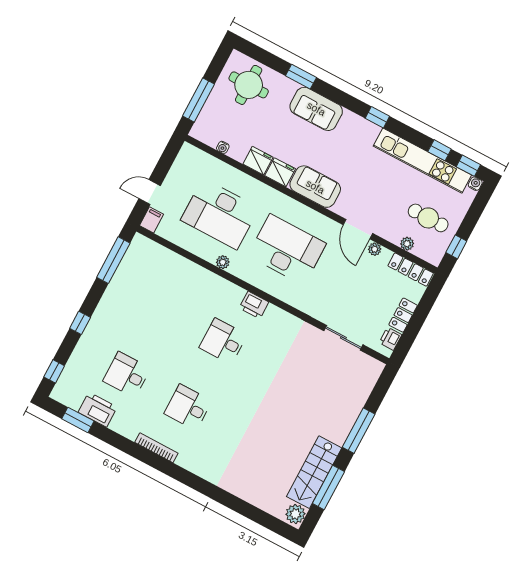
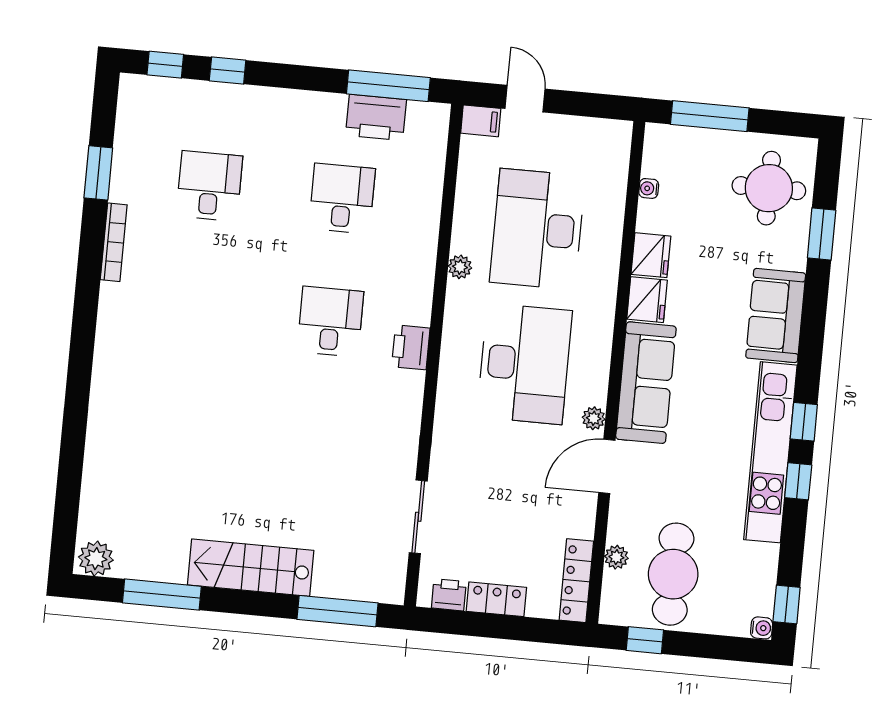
window: (301, 77) -> (822, 234), moved
window: (440, 150) -> (798, 481), moved
kitchen unit: (422, 161) -> (770, 452), moved
sofa: (315, 187) -> (646, 383), width x1.36
cafe table: (428, 218) -> (673, 574), width x1.37, depth x1.35
plant: (375, 249) -> (594, 418), moved
window: (80, 323) -> (228, 71), moved
desk: (188, 407) -> (342, 199), moved
printer: (98, 410) -> (376, 117), moved, turned 90
window: (78, 420) -> (98, 173), moved
window: (359, 431) -> (338, 611), moved
bookcase: (156, 448) -> (114, 242), moved
stairs: (314, 472) -> (251, 568), moved

